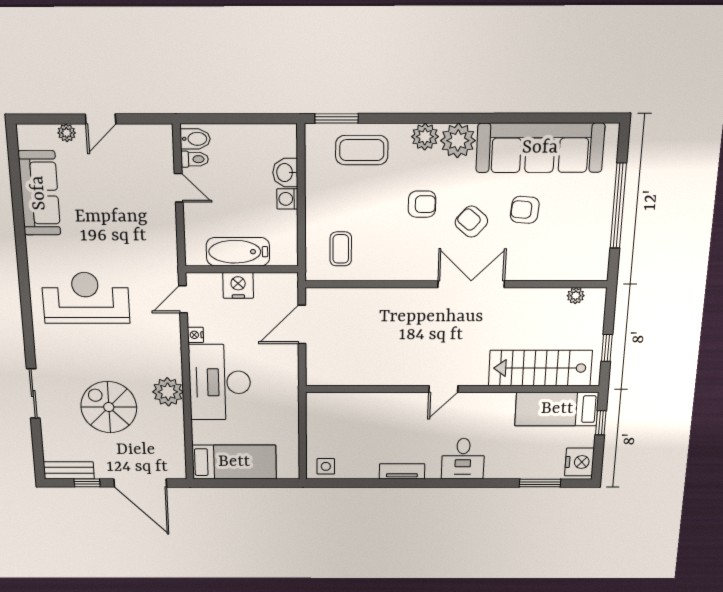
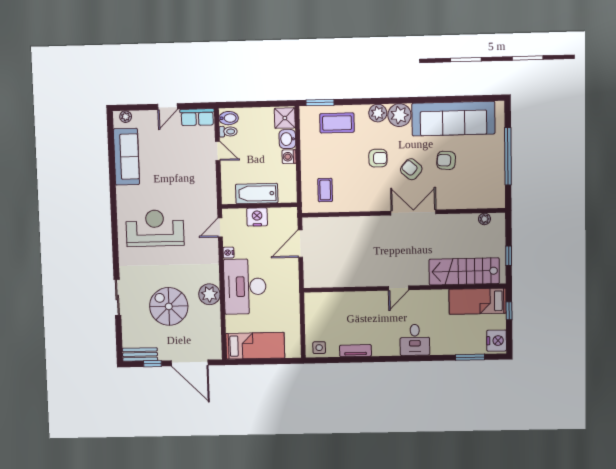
plant: (67, 133) -> (126, 117), moved
row of seats: (147, 136) -> (197, 117), added
shower: (282, 141) -> (285, 118), added
tv unit: (402, 471) -> (355, 351), moved

